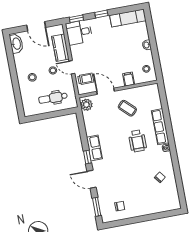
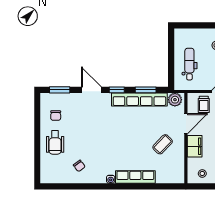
filing cabinet: (129, 79) -> (195, 146), width x2.00
window: (83, 132) -> (146, 90), added
wheelchair: (137, 141) -> (55, 142), moved, turned -90
row of seats: (94, 148) -> (139, 99), width x2.02
door: (92, 179) -> (91, 90), hinge flipped

